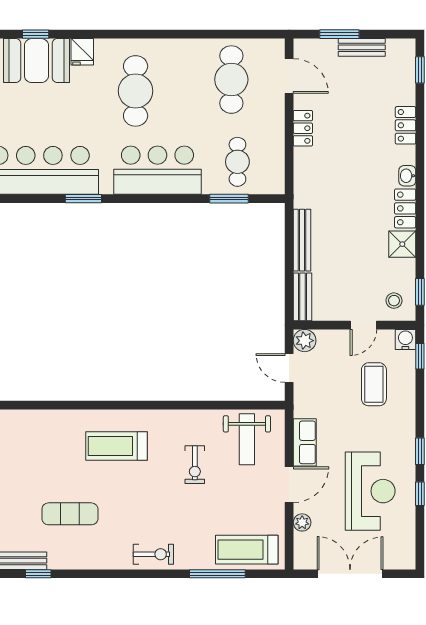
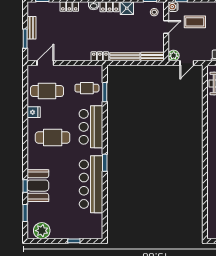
fridge: (82, 52) -> (34, 112), moved
locker: (303, 128) -> (100, 56), moved
door: (363, 325) -> (166, 27), hinge flipped

